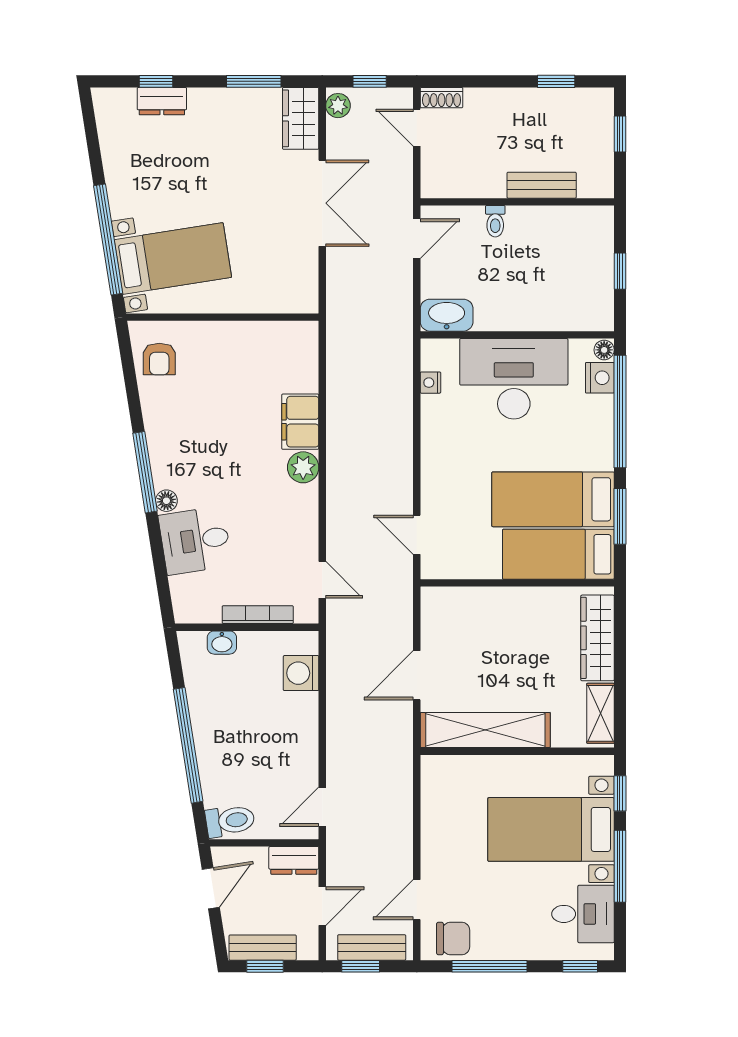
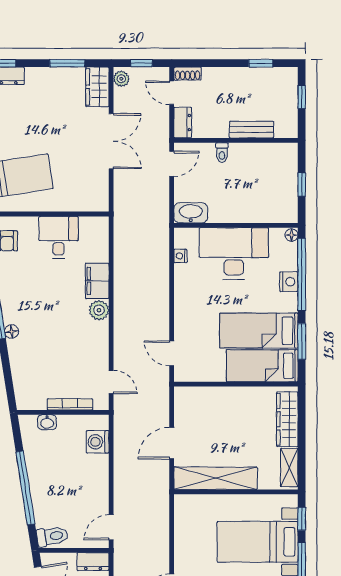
dresser: (434, 174) -> (183, 123), added
nightstand: (600, 378) -> (289, 282), moved
desk: (195, 540) -> (59, 237), moved, turned 99

